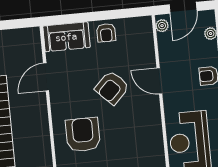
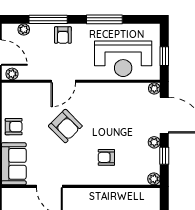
armchair: (83, 135) -> (106, 157), width x0.53, depth x0.53

